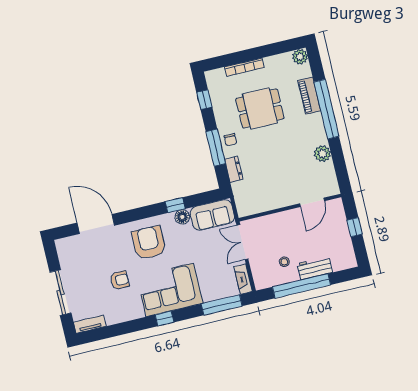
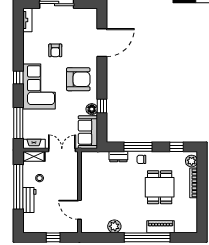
plant: (300, 57) -> (192, 161), moved
shelving: (259, 275) -> (34, 156), added

